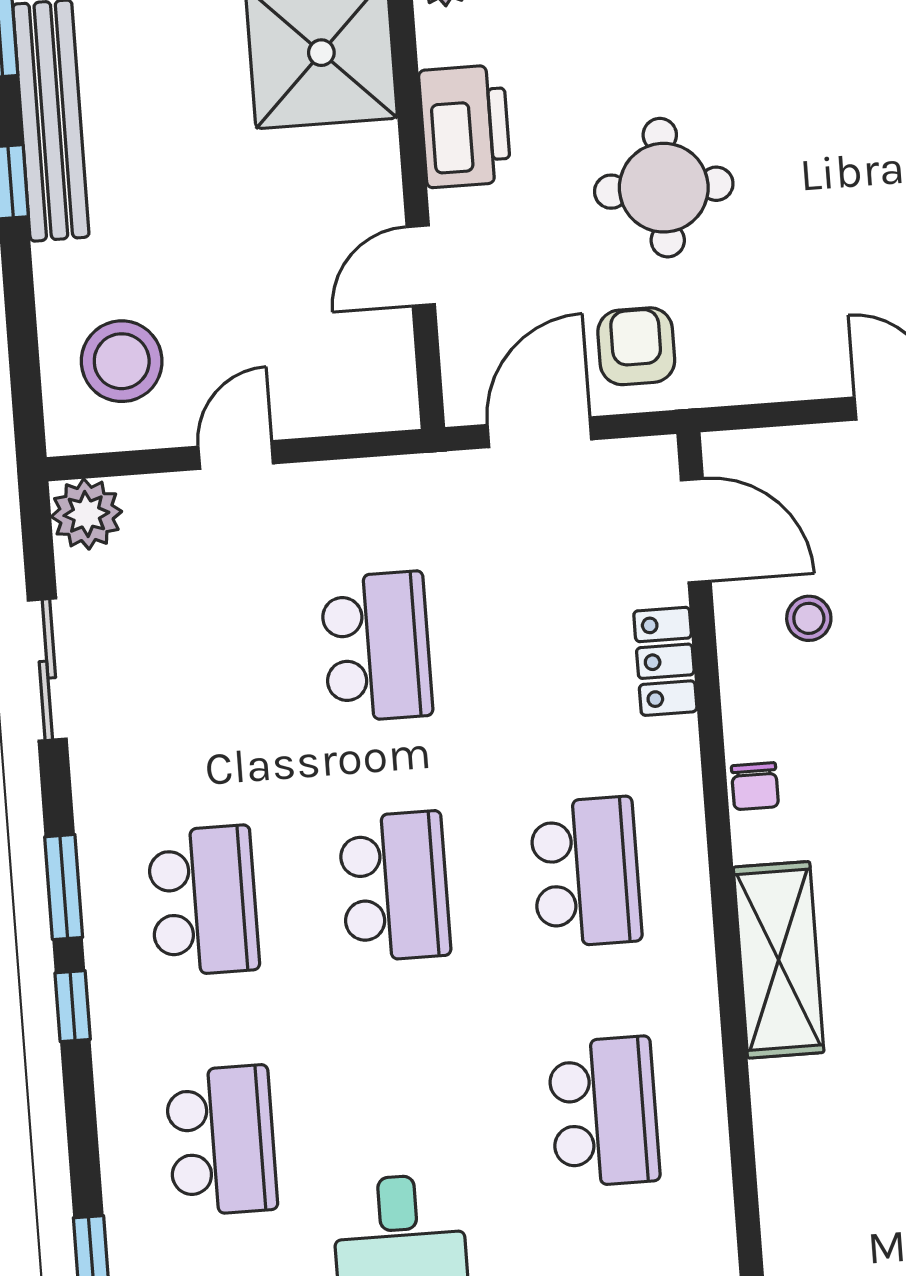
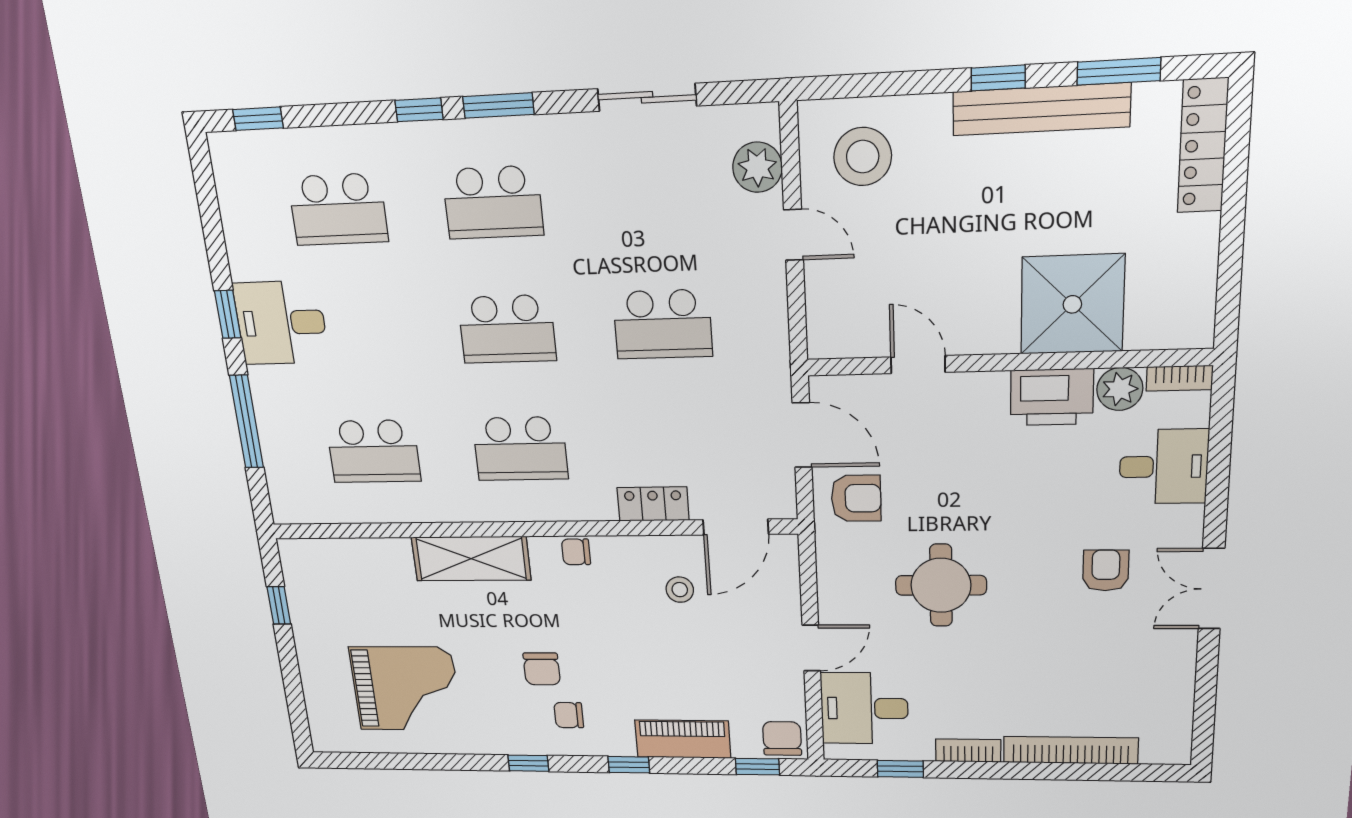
printer: (465, 126) -> (1052, 397), moved
round table: (664, 188) -> (941, 585), moved
plant: (86, 514) -> (757, 167), moved

